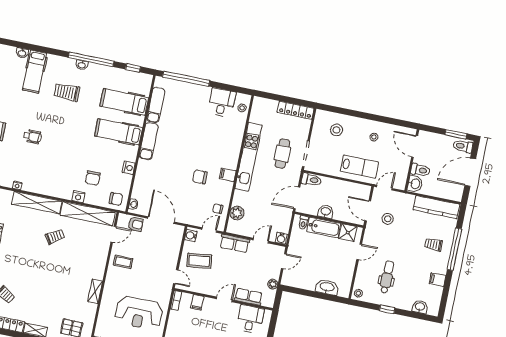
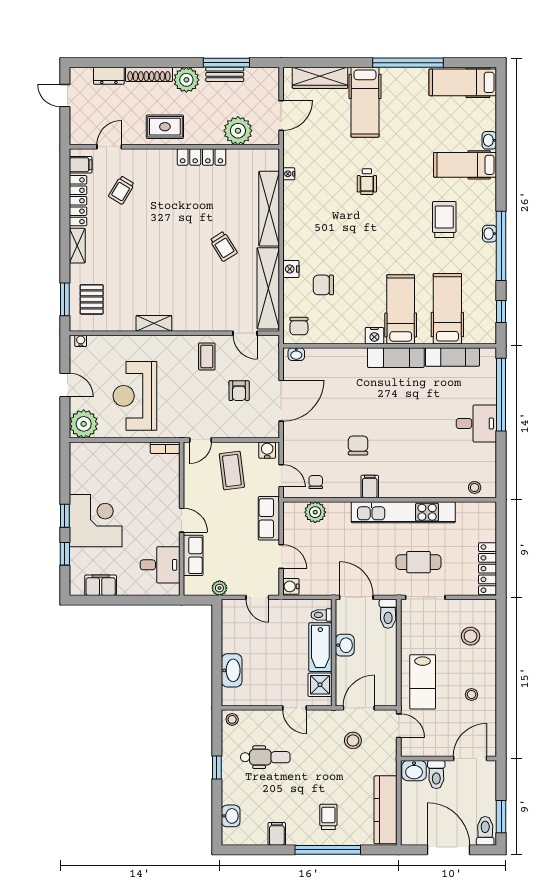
desk: (222, 103) -> (476, 423), moved
nightstand: (129, 168) -> (374, 336), moved
armchair: (136, 224) -> (239, 391), moved
filing cabinet: (197, 302) -> (169, 480), removed

